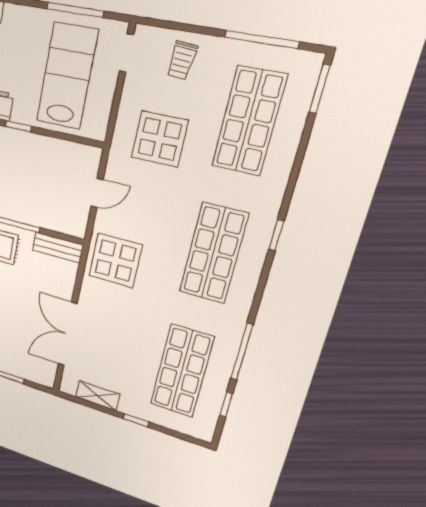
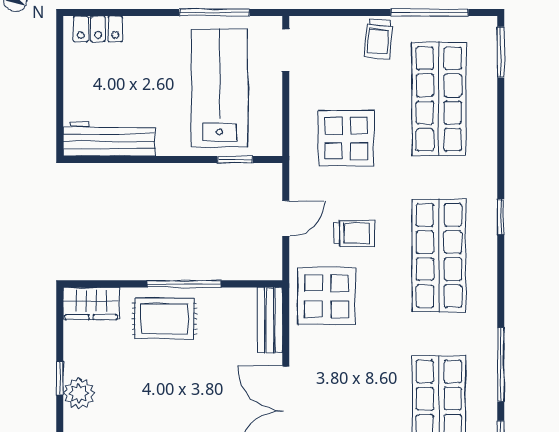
trolley: (182, 60) -> (379, 39), moved
window: (18, 126) -> (235, 159), moved
trolley: (148, 218) -> (354, 233), added
bench: (58, 248) -> (270, 320), moved, turned 90

